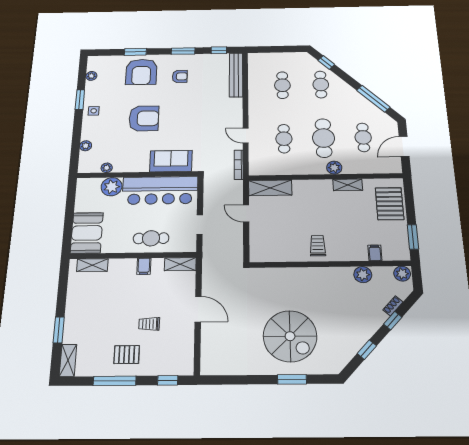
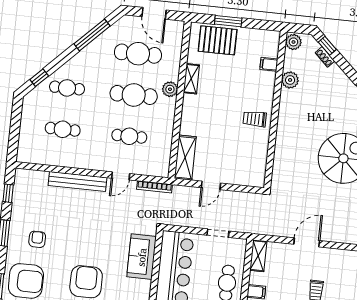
bench: (236, 75) -> (77, 181), moved
cafe table: (363, 137) -> (138, 54), width x1.37, depth x1.35
window: (413, 237) -> (228, 21), moved
window: (393, 321) -> (327, 46), moved

